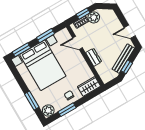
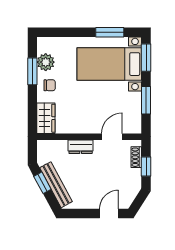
plant: (94, 17) -> (133, 178), removed
door: (130, 32) -> (109, 213), moved
bed with nightstands: (43, 65) -> (109, 64), width x0.73
window: (32, 100) -> (110, 32), moved
plant: (48, 110) -> (46, 62), moved

